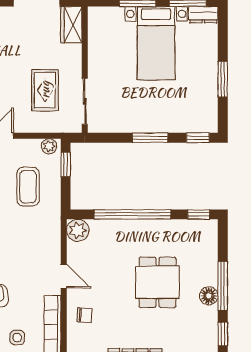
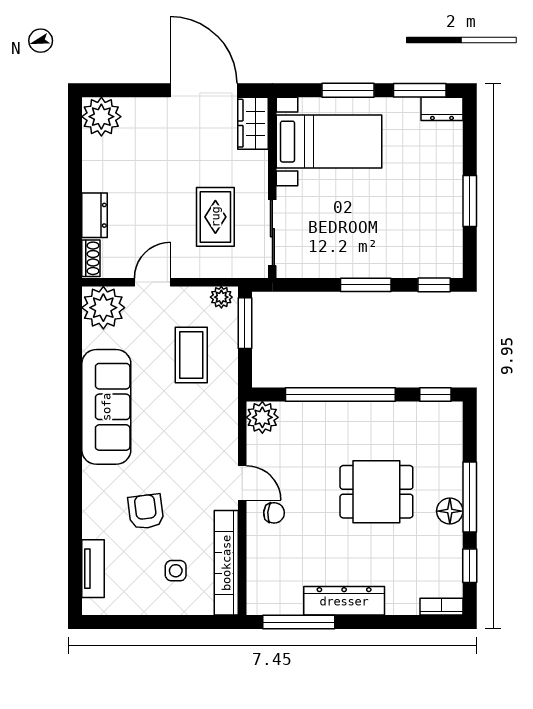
bed with nightstands: (156, 43) -> (329, 142), moved, turned -90
window: (66, 164) -> (245, 323), width x1.50
dining table: (158, 282) -> (376, 492), turned 90
chair: (85, 315) -> (274, 513), moved

